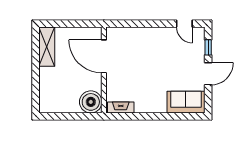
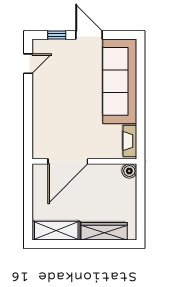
wardrobe: (46, 86) -> (104, 231), added
boiler: (91, 102) -> (129, 171), width x0.54, depth x0.54
sofa: (186, 102) -> (120, 81), width x1.85, depth x1.27

